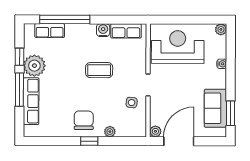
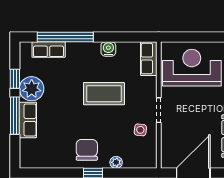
row of seats: (126, 31) -> (149, 59), moved, turned 90
coffee table: (99, 70) -> (104, 94), width x1.36, depth x1.32
row of seats: (31, 101) -> (28, 120), width x0.68
plant: (155, 131) -> (167, 162), removed

